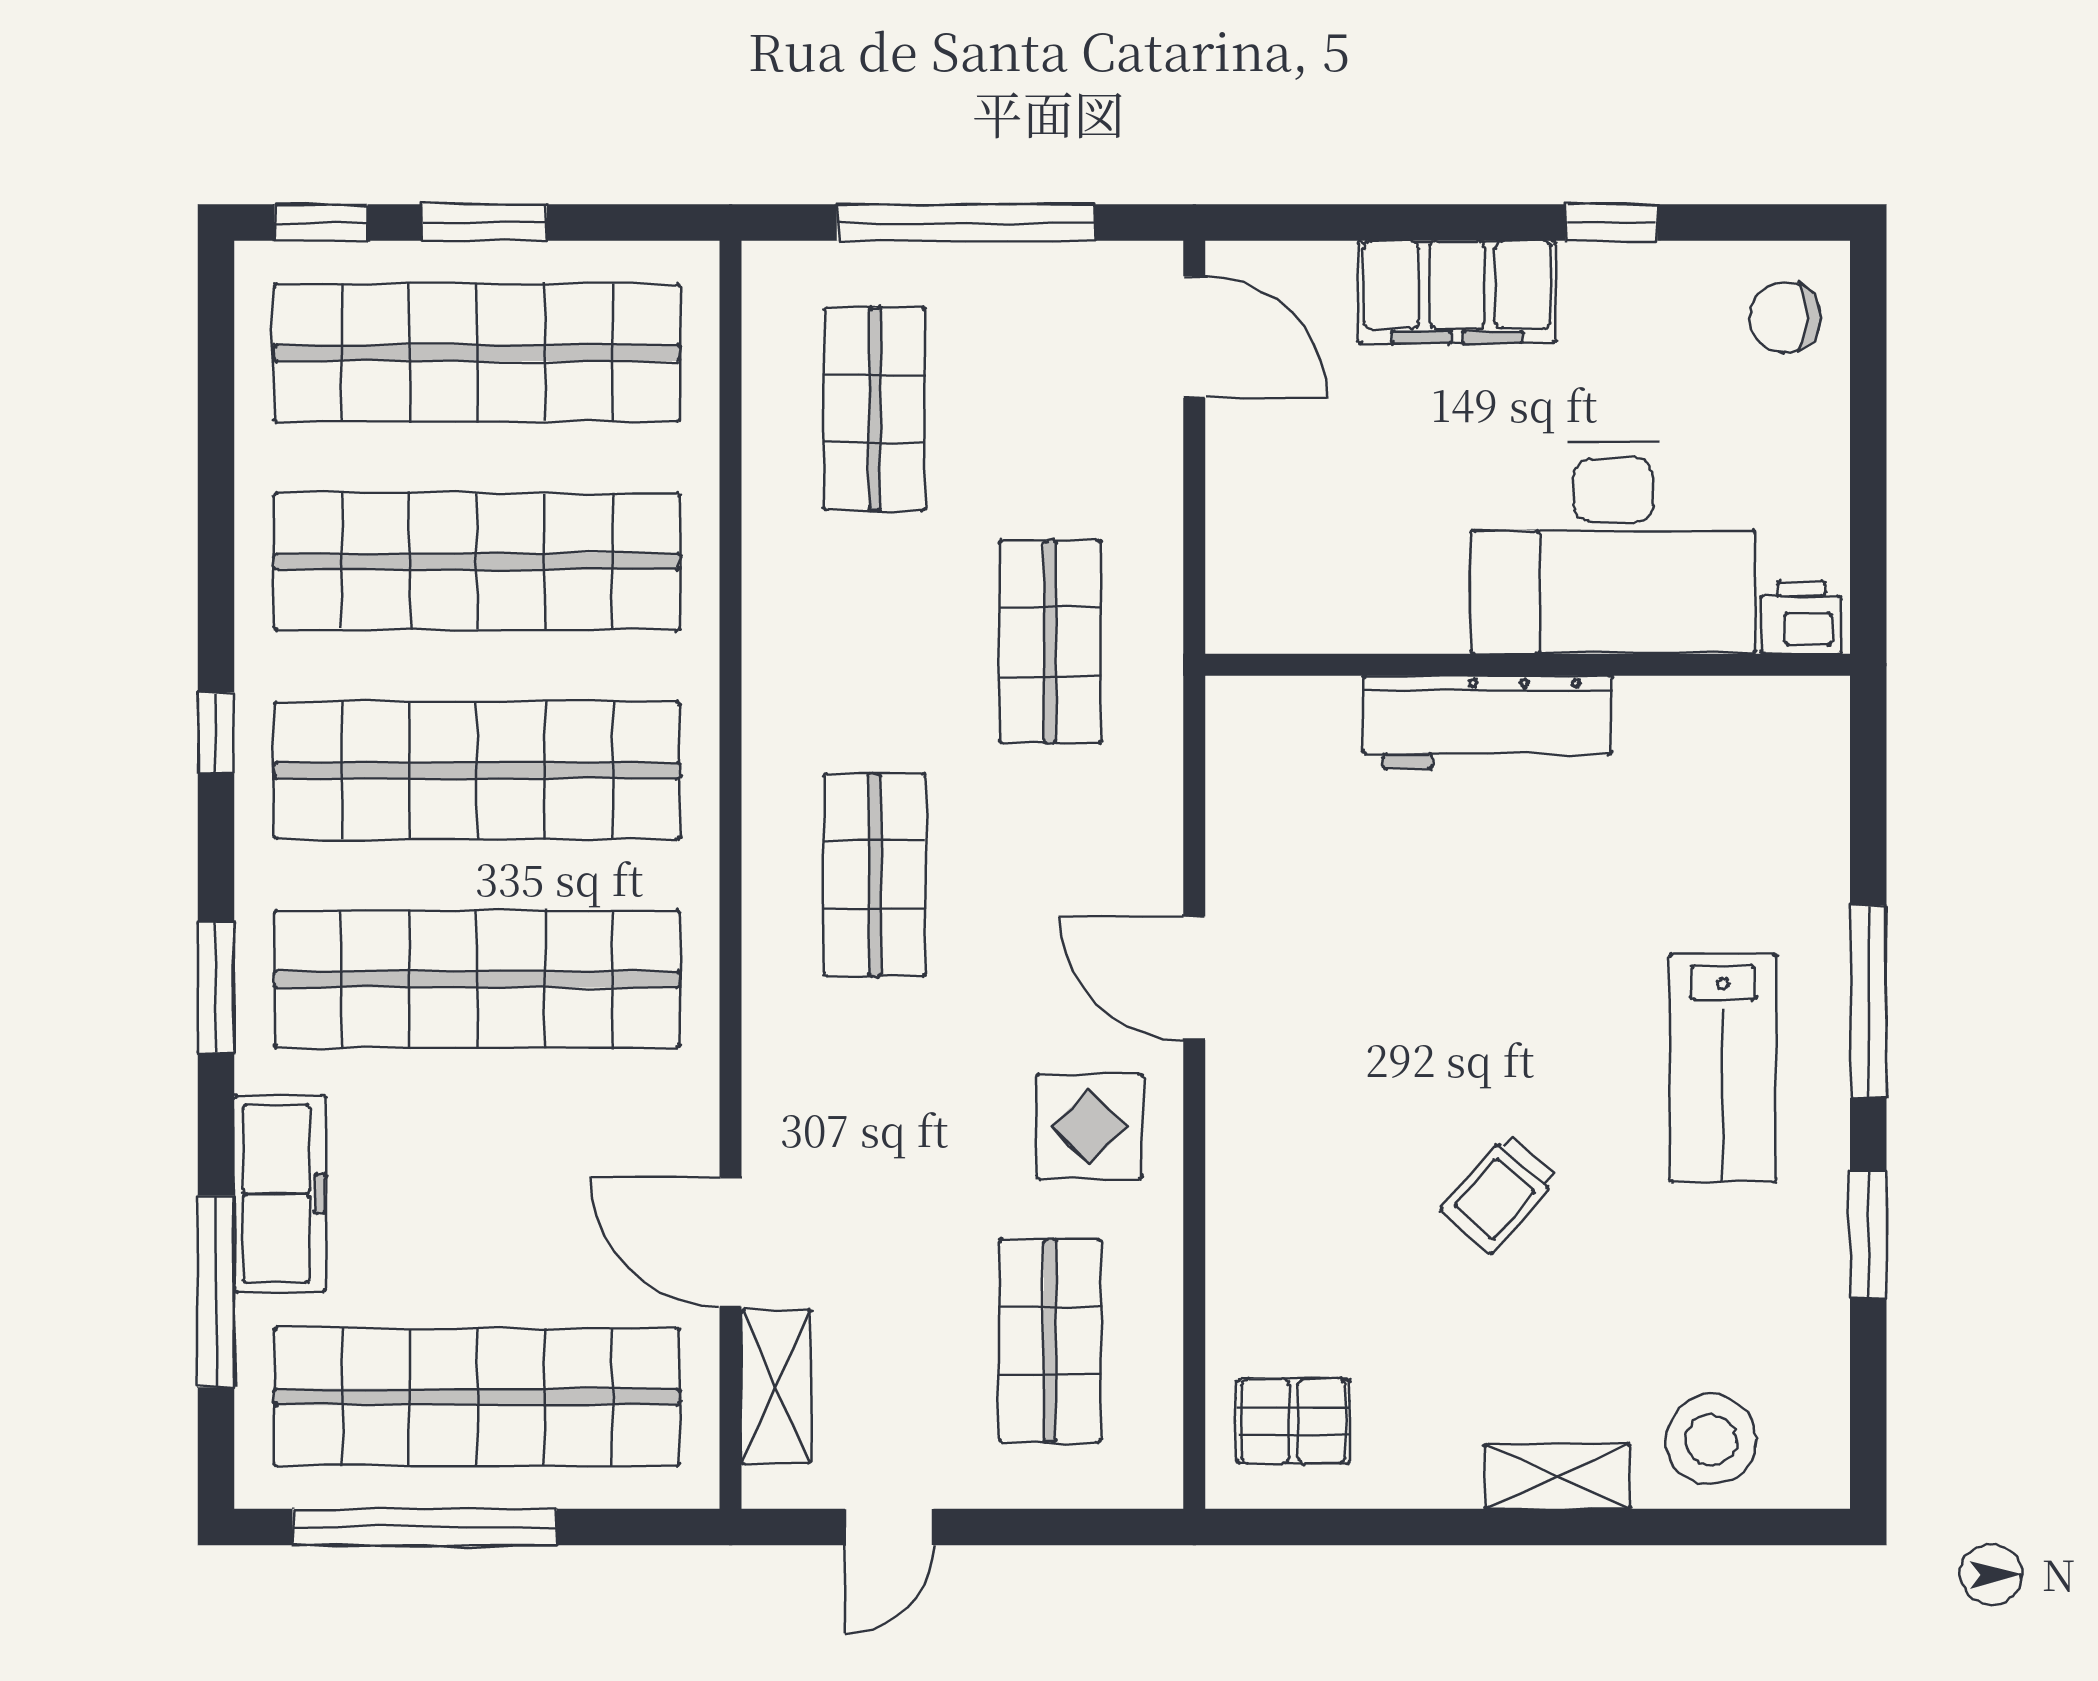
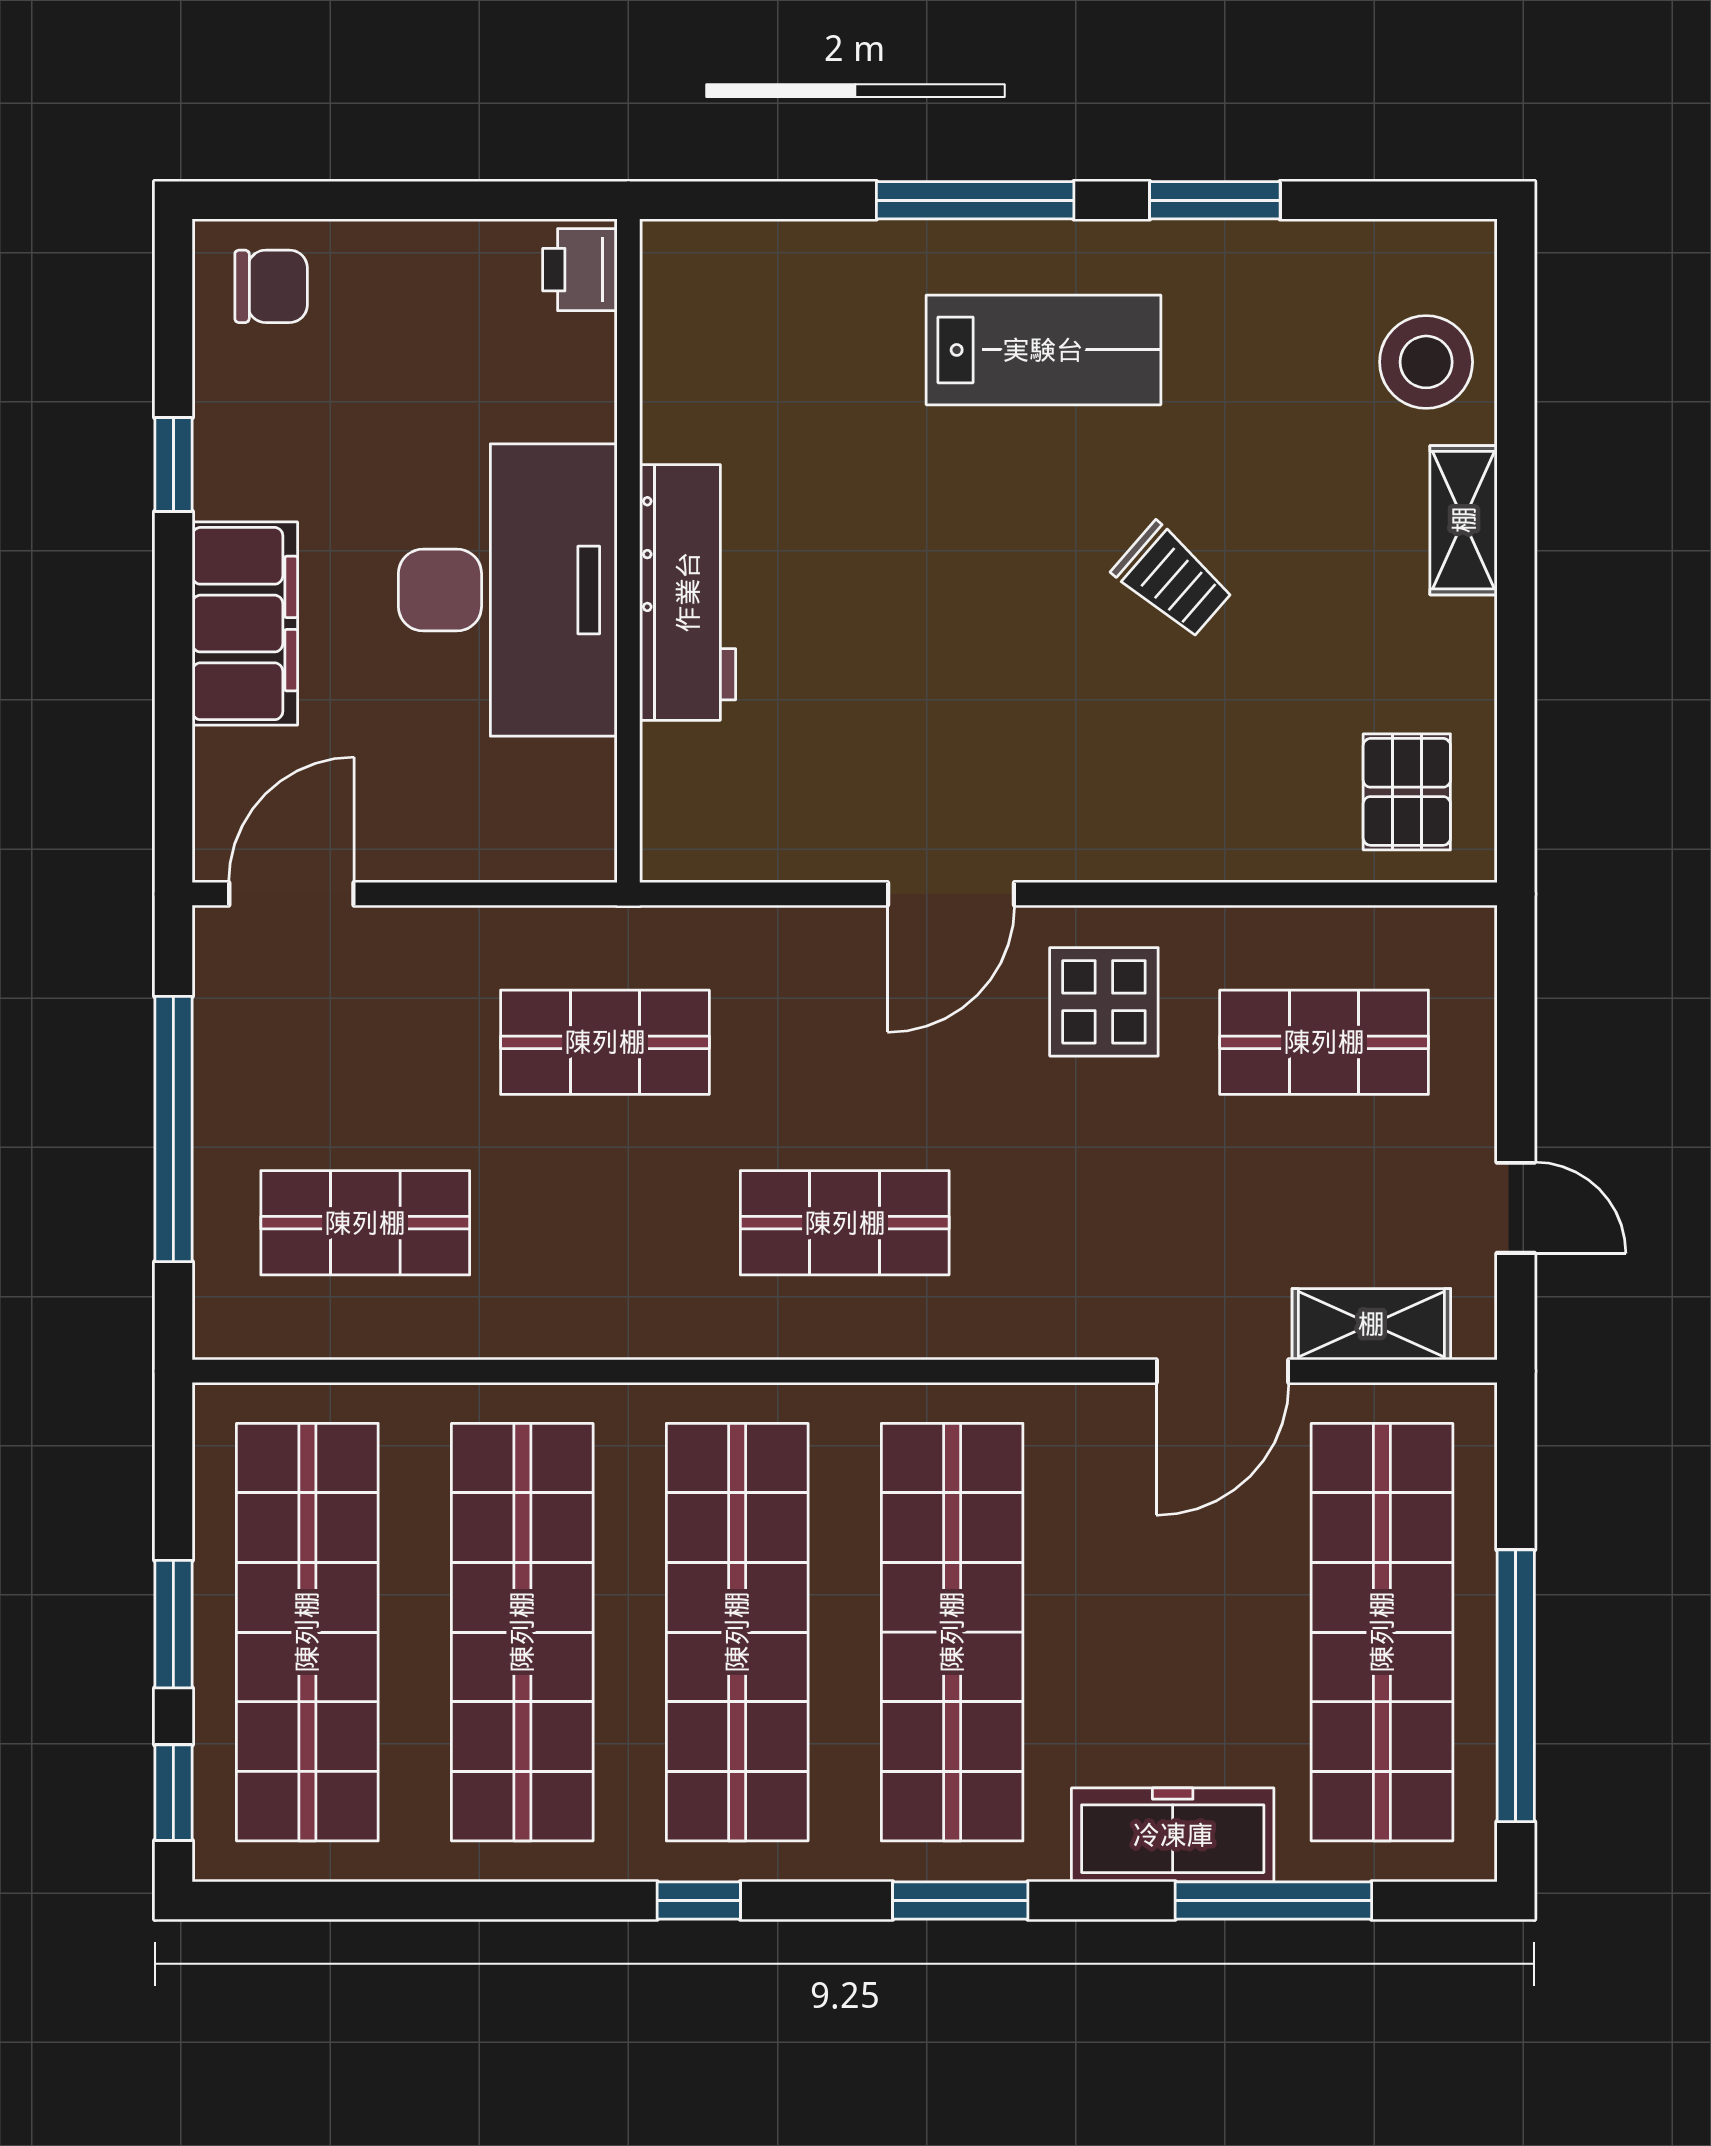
chair: (1785, 317) -> (271, 286), turned -90
desk: (1613, 547) -> (508, 590), moved

